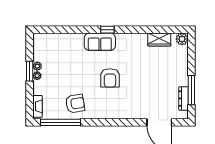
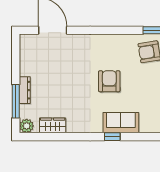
window: (191, 90) -> (16, 101), moved
dresser: (184, 98) -> (25, 90), moved

